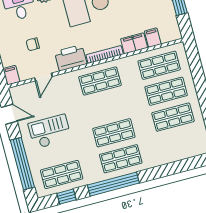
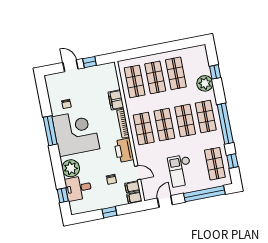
filing cabinet: (153, 38) -> (132, 187), moved
shop shelf: (107, 107) -> (164, 125), added
plant: (163, 155) -> (205, 83), added
window: (178, 167) -> (215, 72), added

